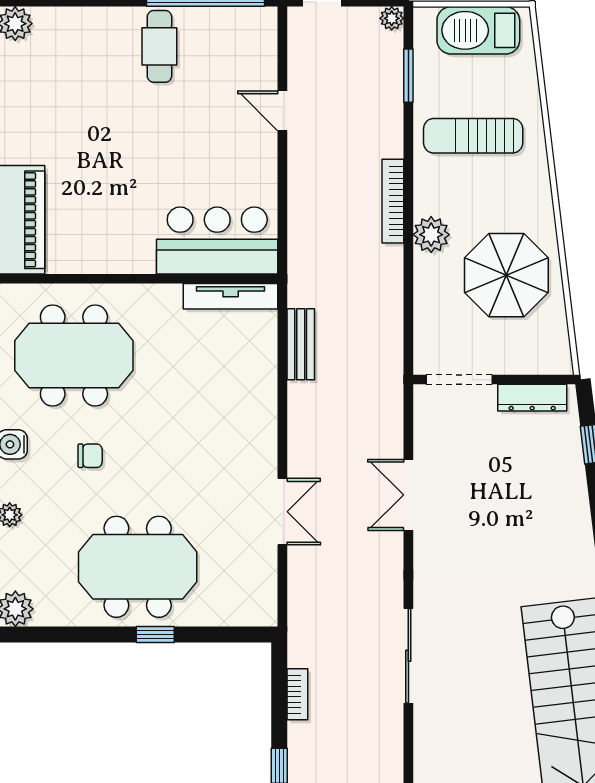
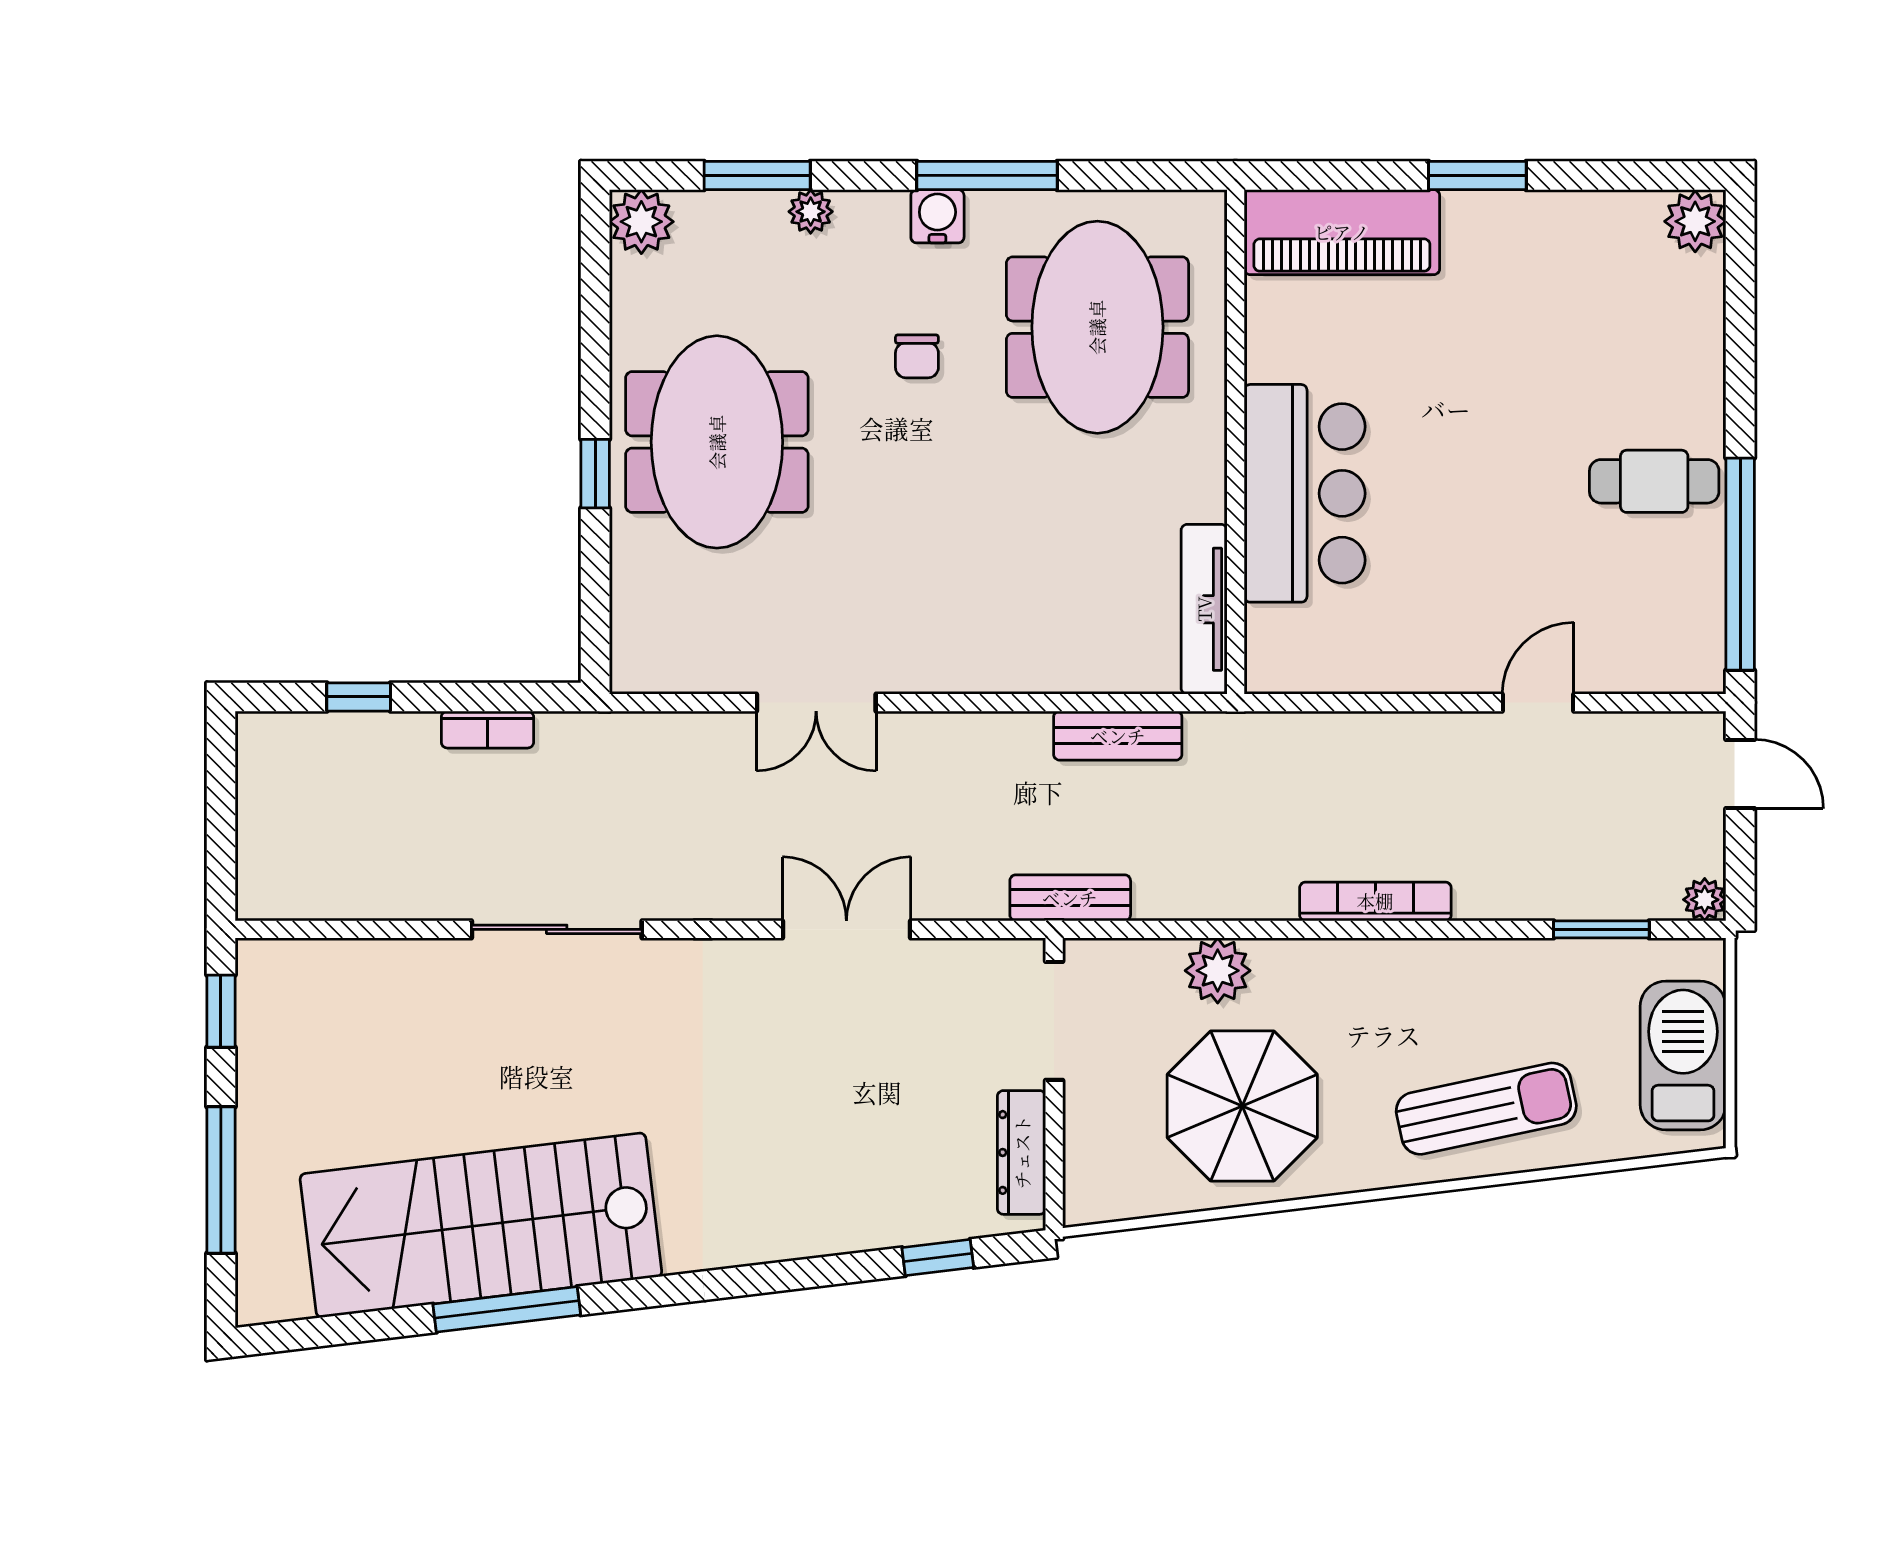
sun lounger: (473, 136) -> (1486, 1109), moved, turned 78
plant: (431, 235) -> (1218, 971), moved
bar counter: (217, 240) -> (1305, 493), moved
bench: (391, 371) -> (1070, 898), added

